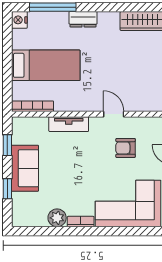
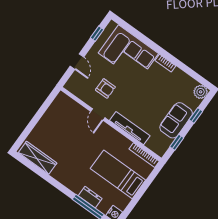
dresser: (83, 19) -> (90, 197), moved
tv unit: (69, 124) -> (130, 128), width x1.41
plant: (57, 218) -> (201, 92), moved

